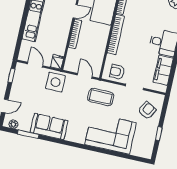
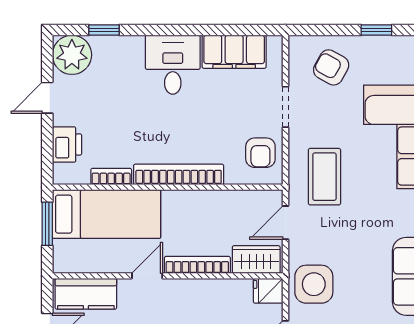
door: (75, 11) -> (147, 276), hinge flipped
wardrobe: (72, 60) -> (256, 260), added

